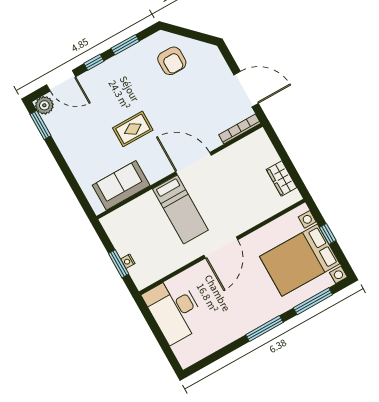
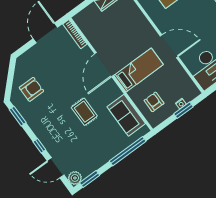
window: (125, 45) -> (18, 116), moved
door: (61, 81) -> (56, 168), swing flipped
window: (72, 181) -> (128, 151), added
armchair: (135, 225) -> (154, 102), added
door: (221, 248) -> (169, 46), moved

